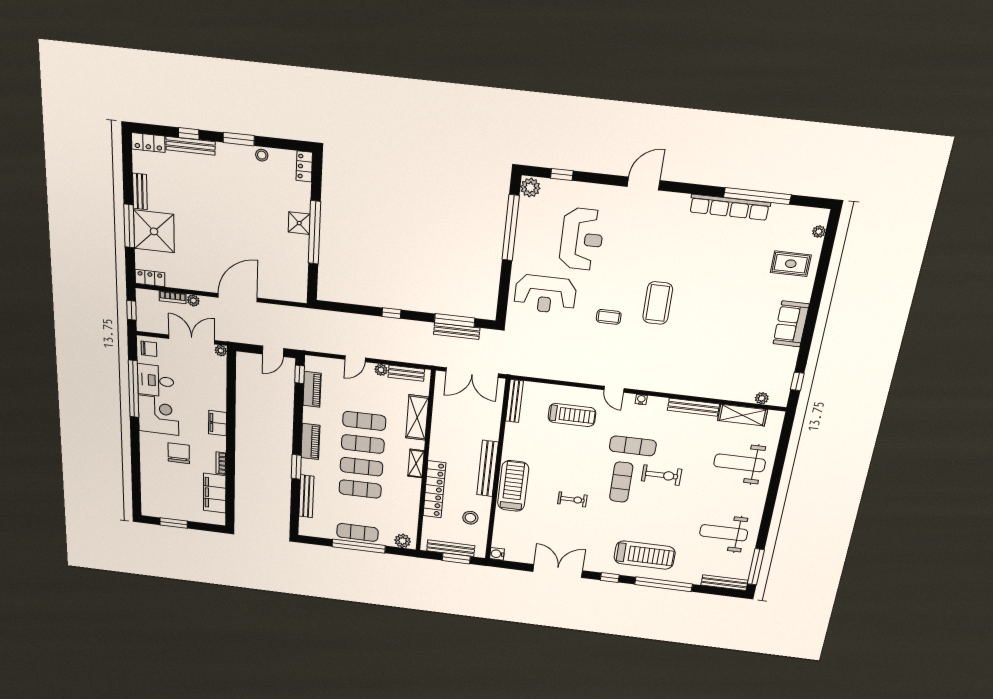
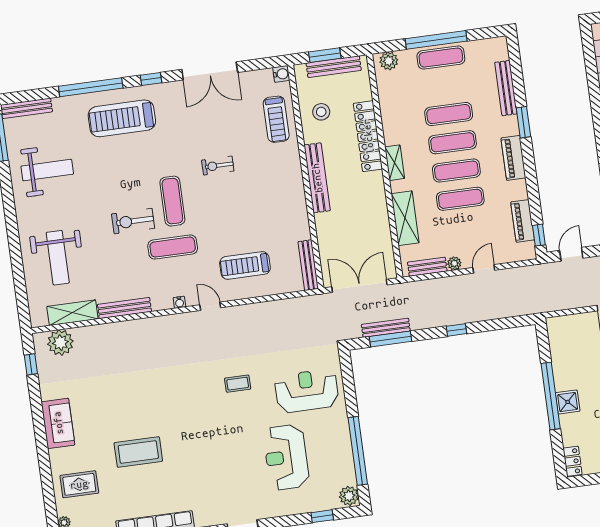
coffee table: (658, 303) -> (138, 452), moved, turned 90
plant: (762, 398) -> (60, 343), width x1.88, depth x1.88
weight bench: (740, 463) -> (58, 258), turned 90
treadmill: (513, 486) -> (276, 119), moved, width x0.73, depth x0.73

